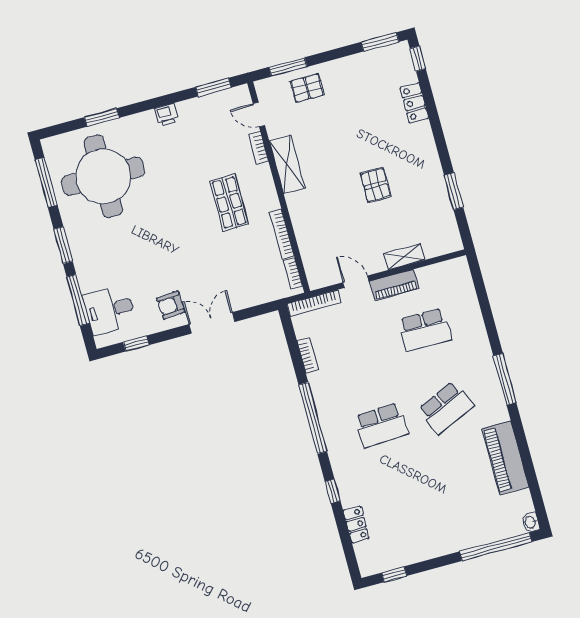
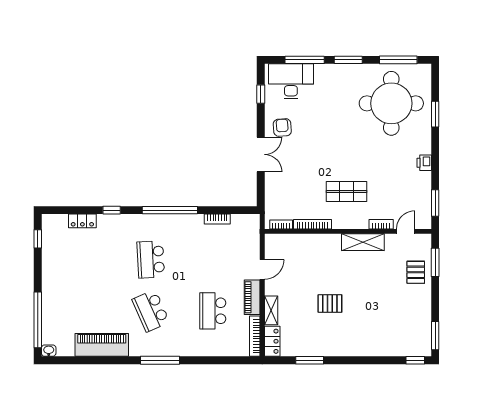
locker: (414, 103) -> (272, 341), moved, turned 90
bookcase: (314, 303) -> (255, 336), moved
desk: (110, 310) -> (291, 81), width x1.37

